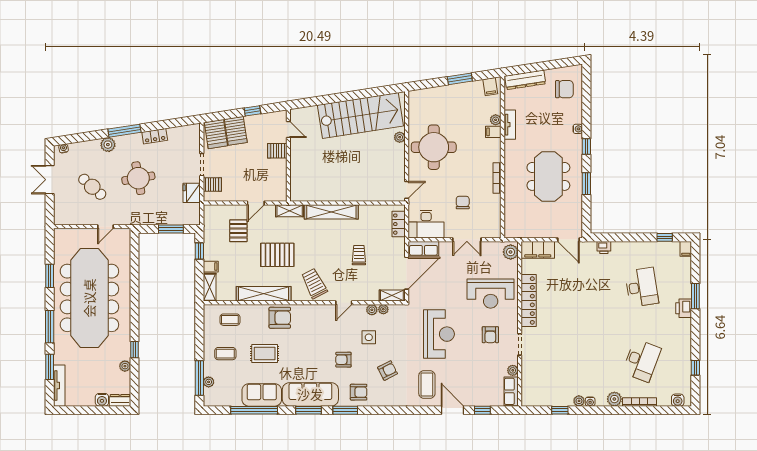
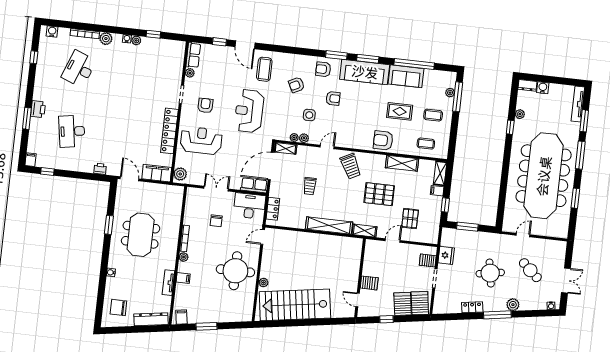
plant: (496, 120) -> (184, 257), moved
window: (586, 146) -> (105, 257), removed
shelving: (264, 294) -> (402, 163), width x0.68

